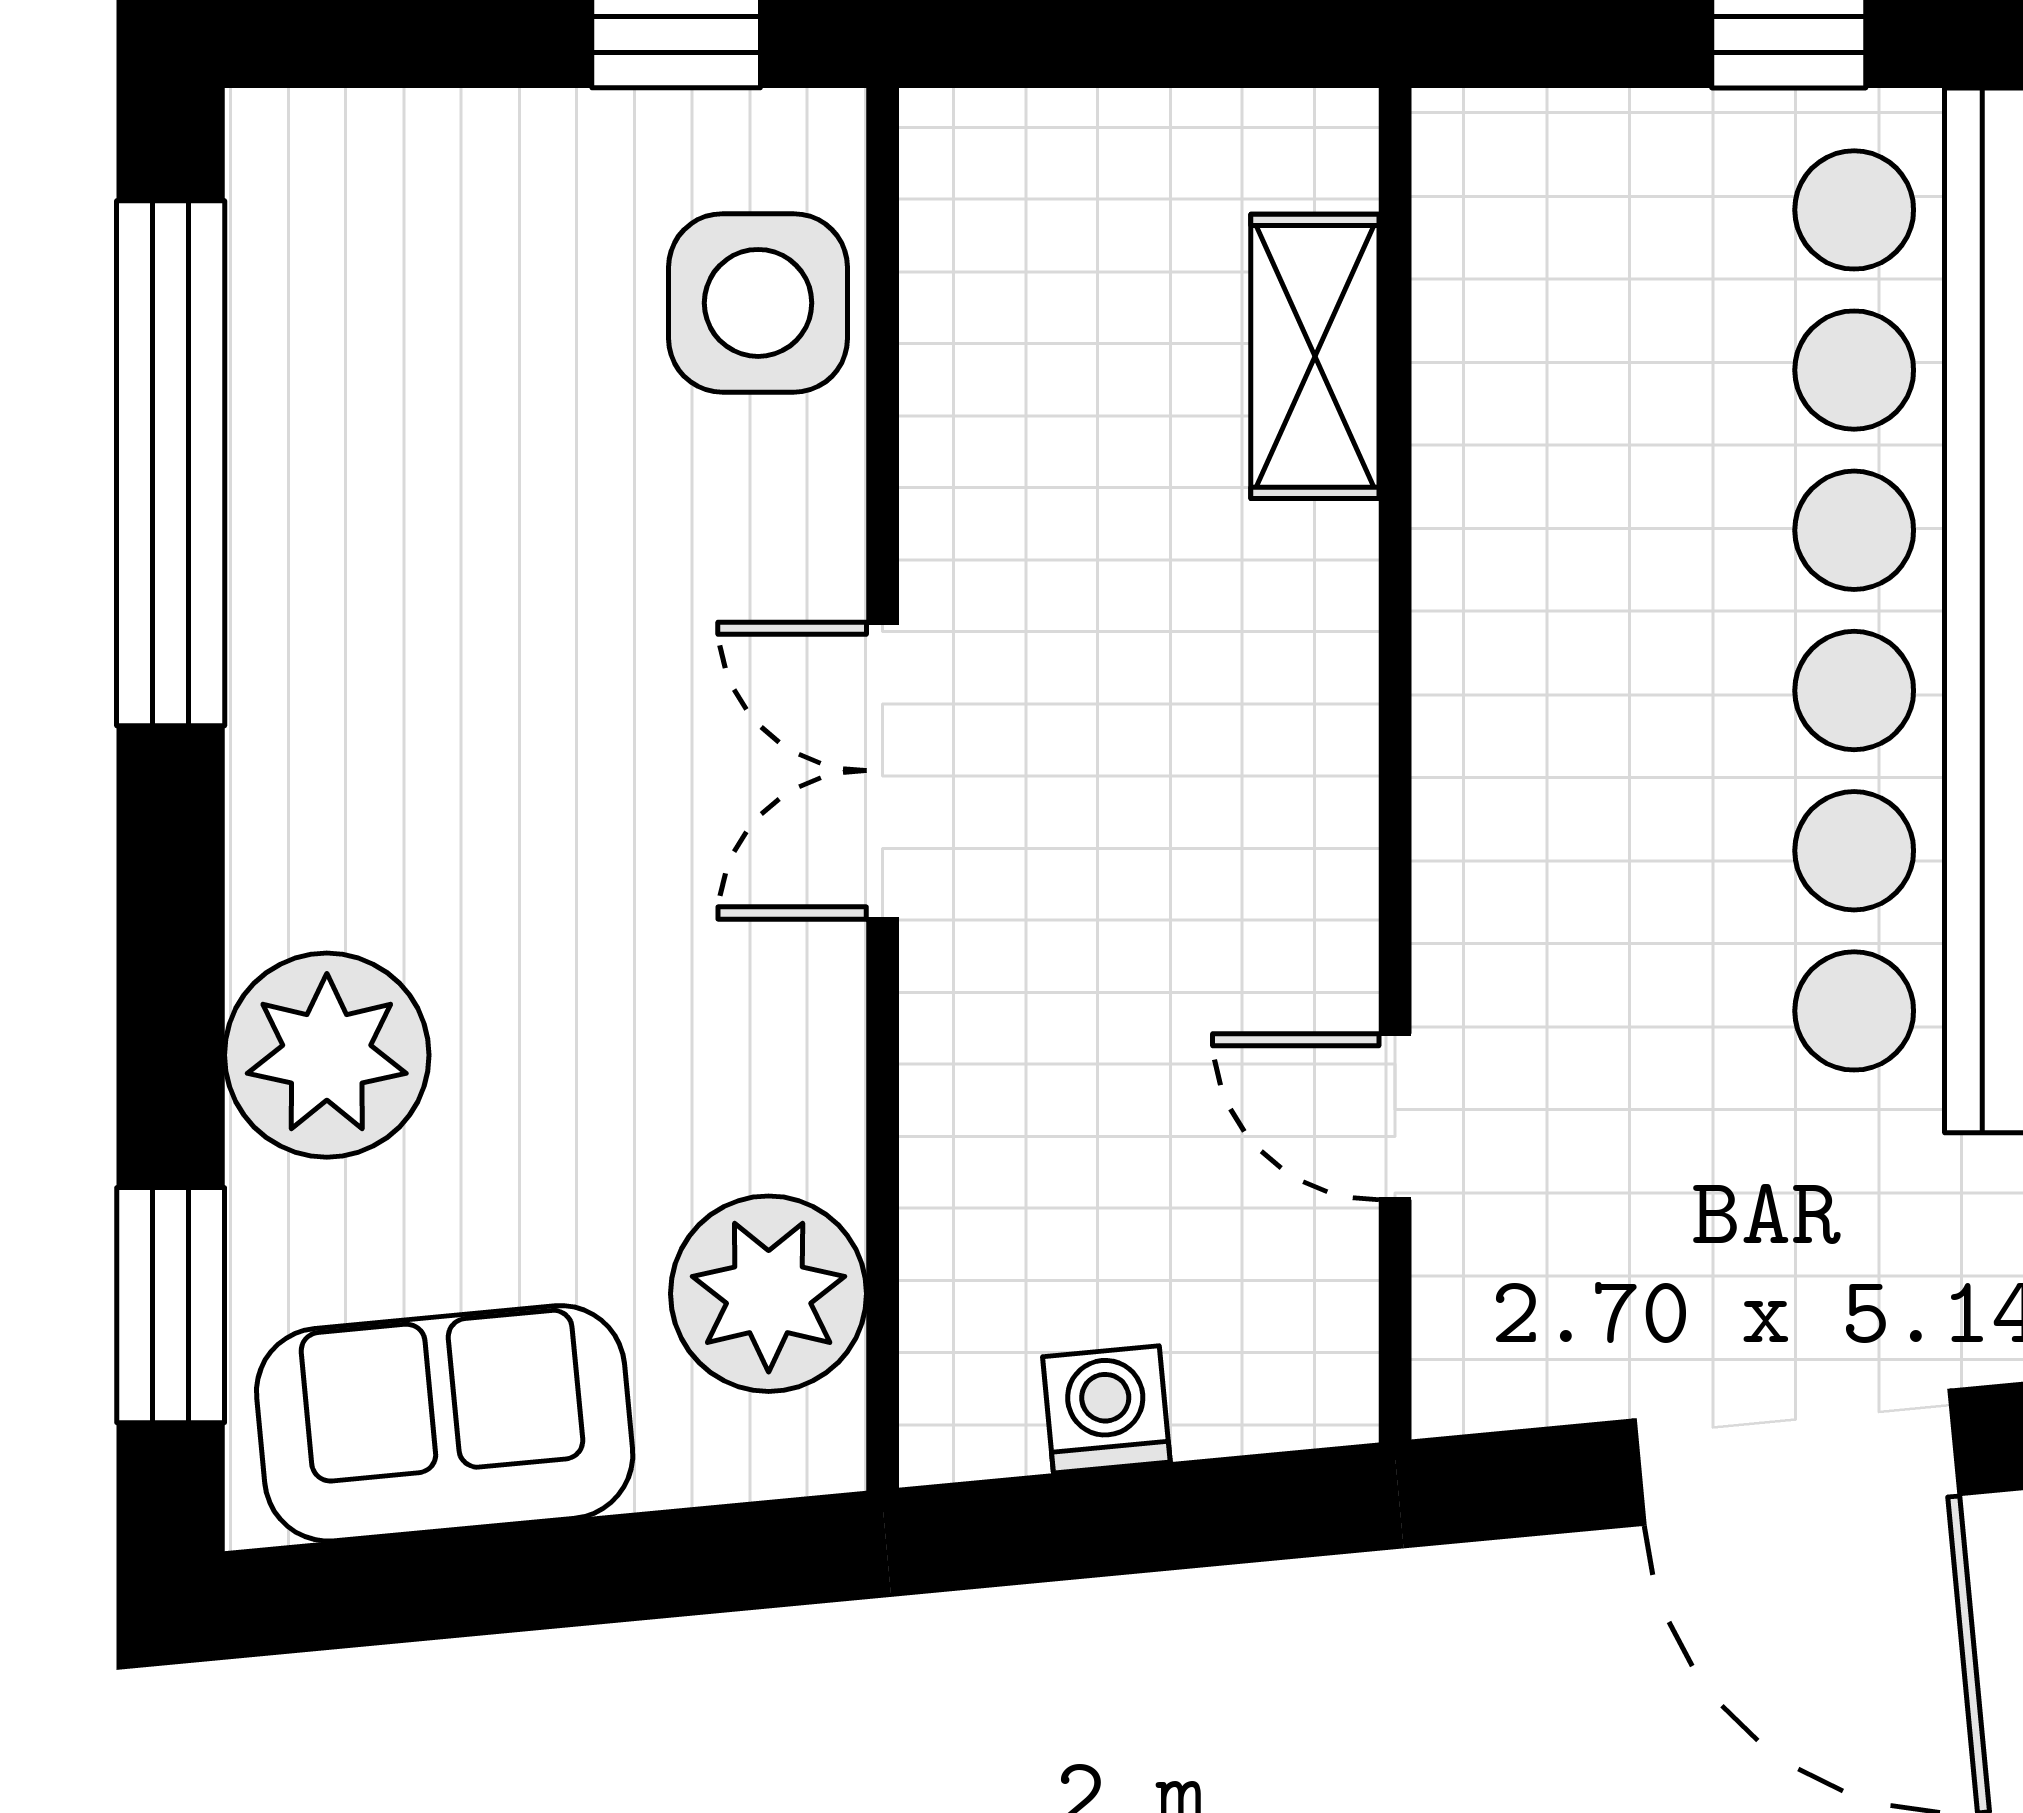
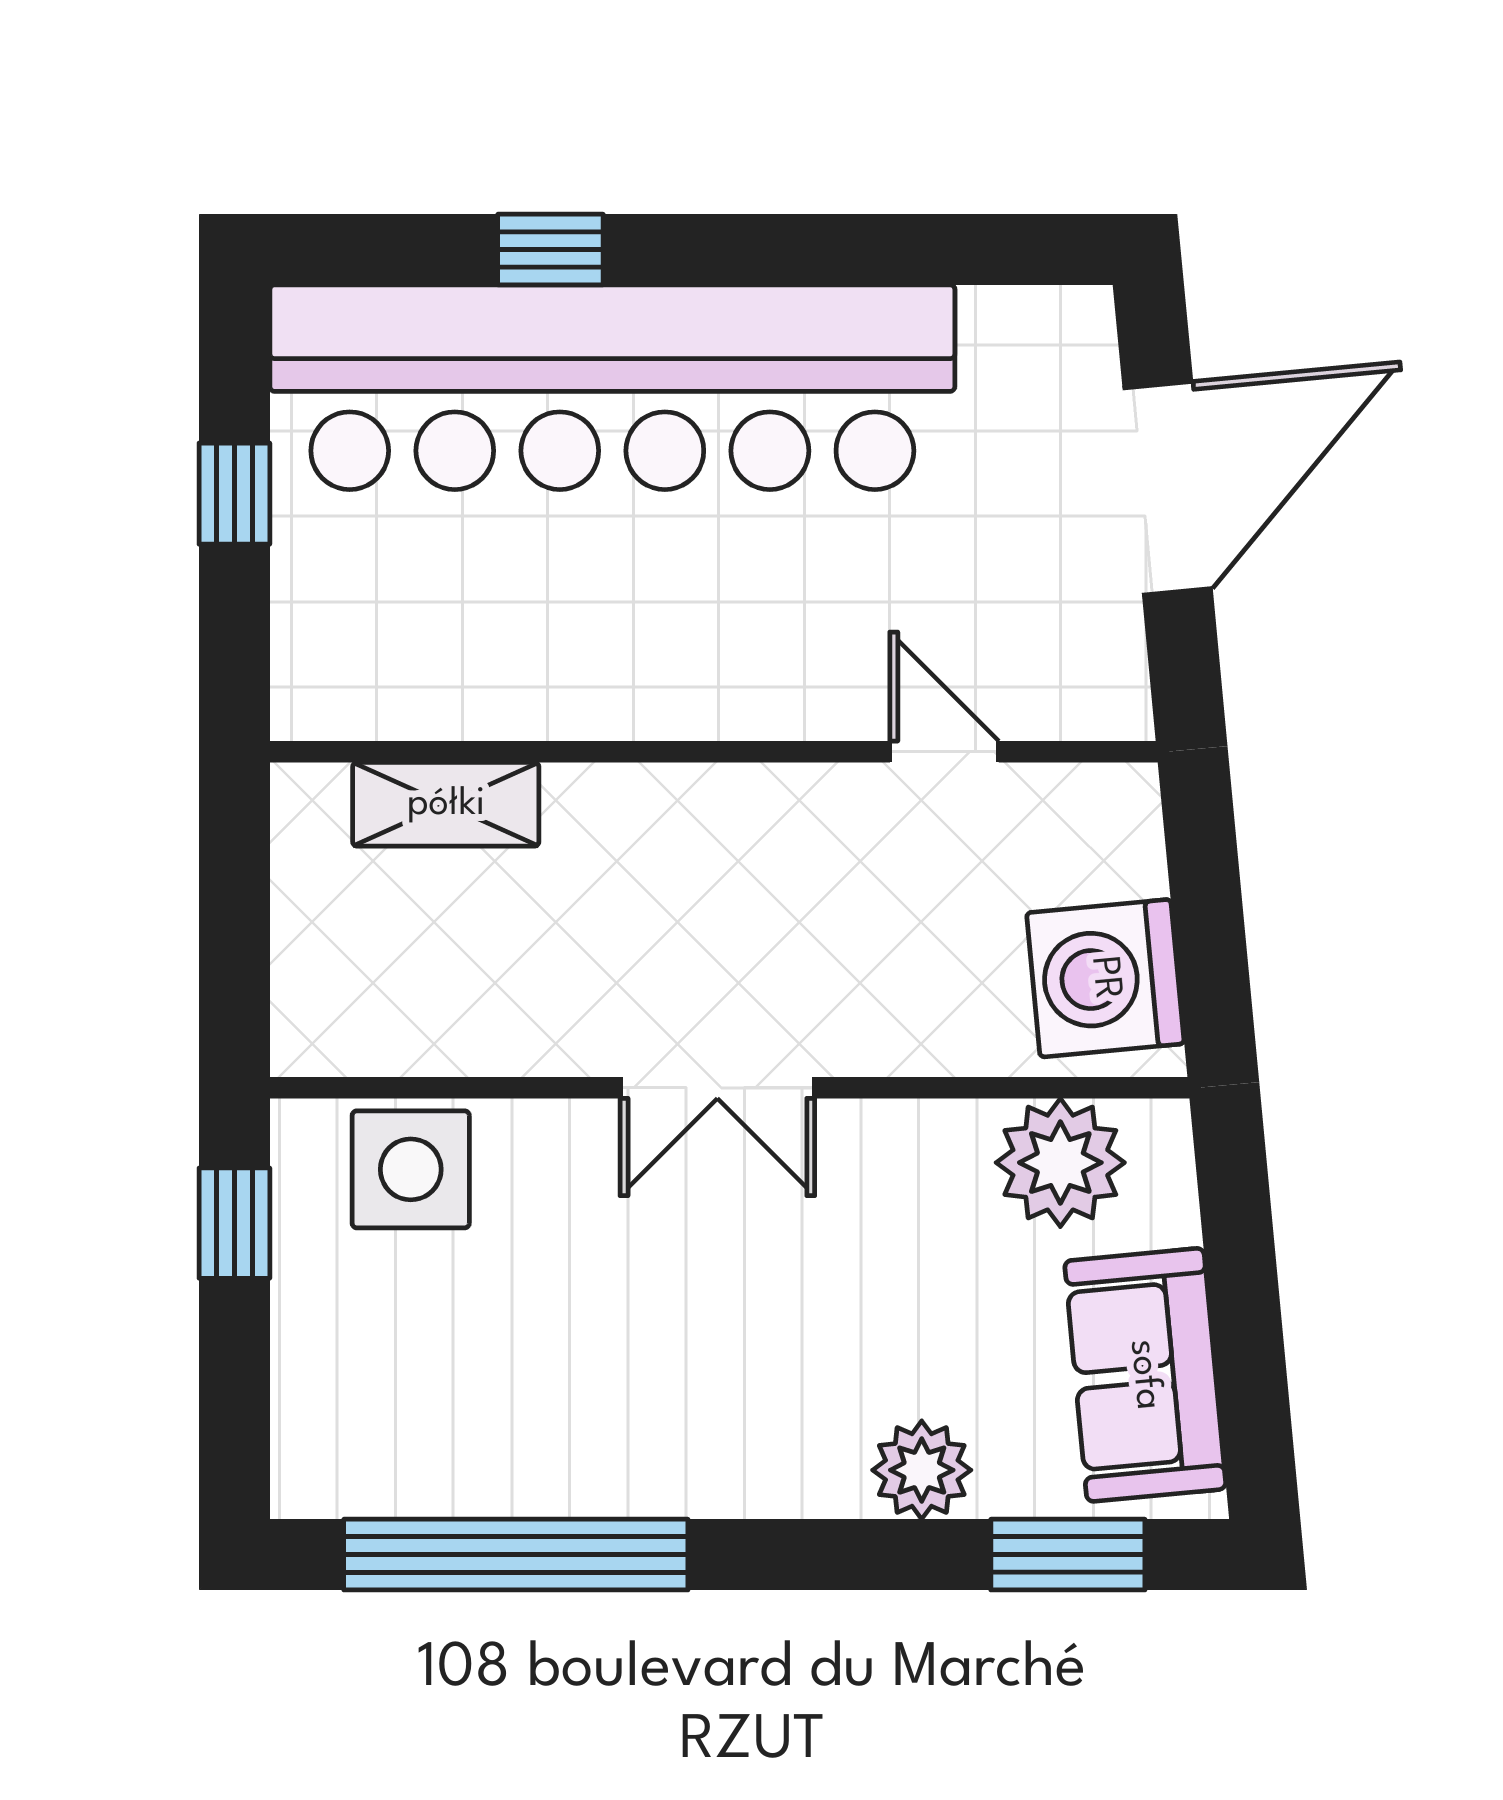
plant: (327, 1055) -> (922, 1470), width x0.73, depth x0.73
door: (1395, 1117) -> (944, 752), swing flipped
washing machine: (1106, 1409) -> (1105, 978), width x1.89, depth x1.89

